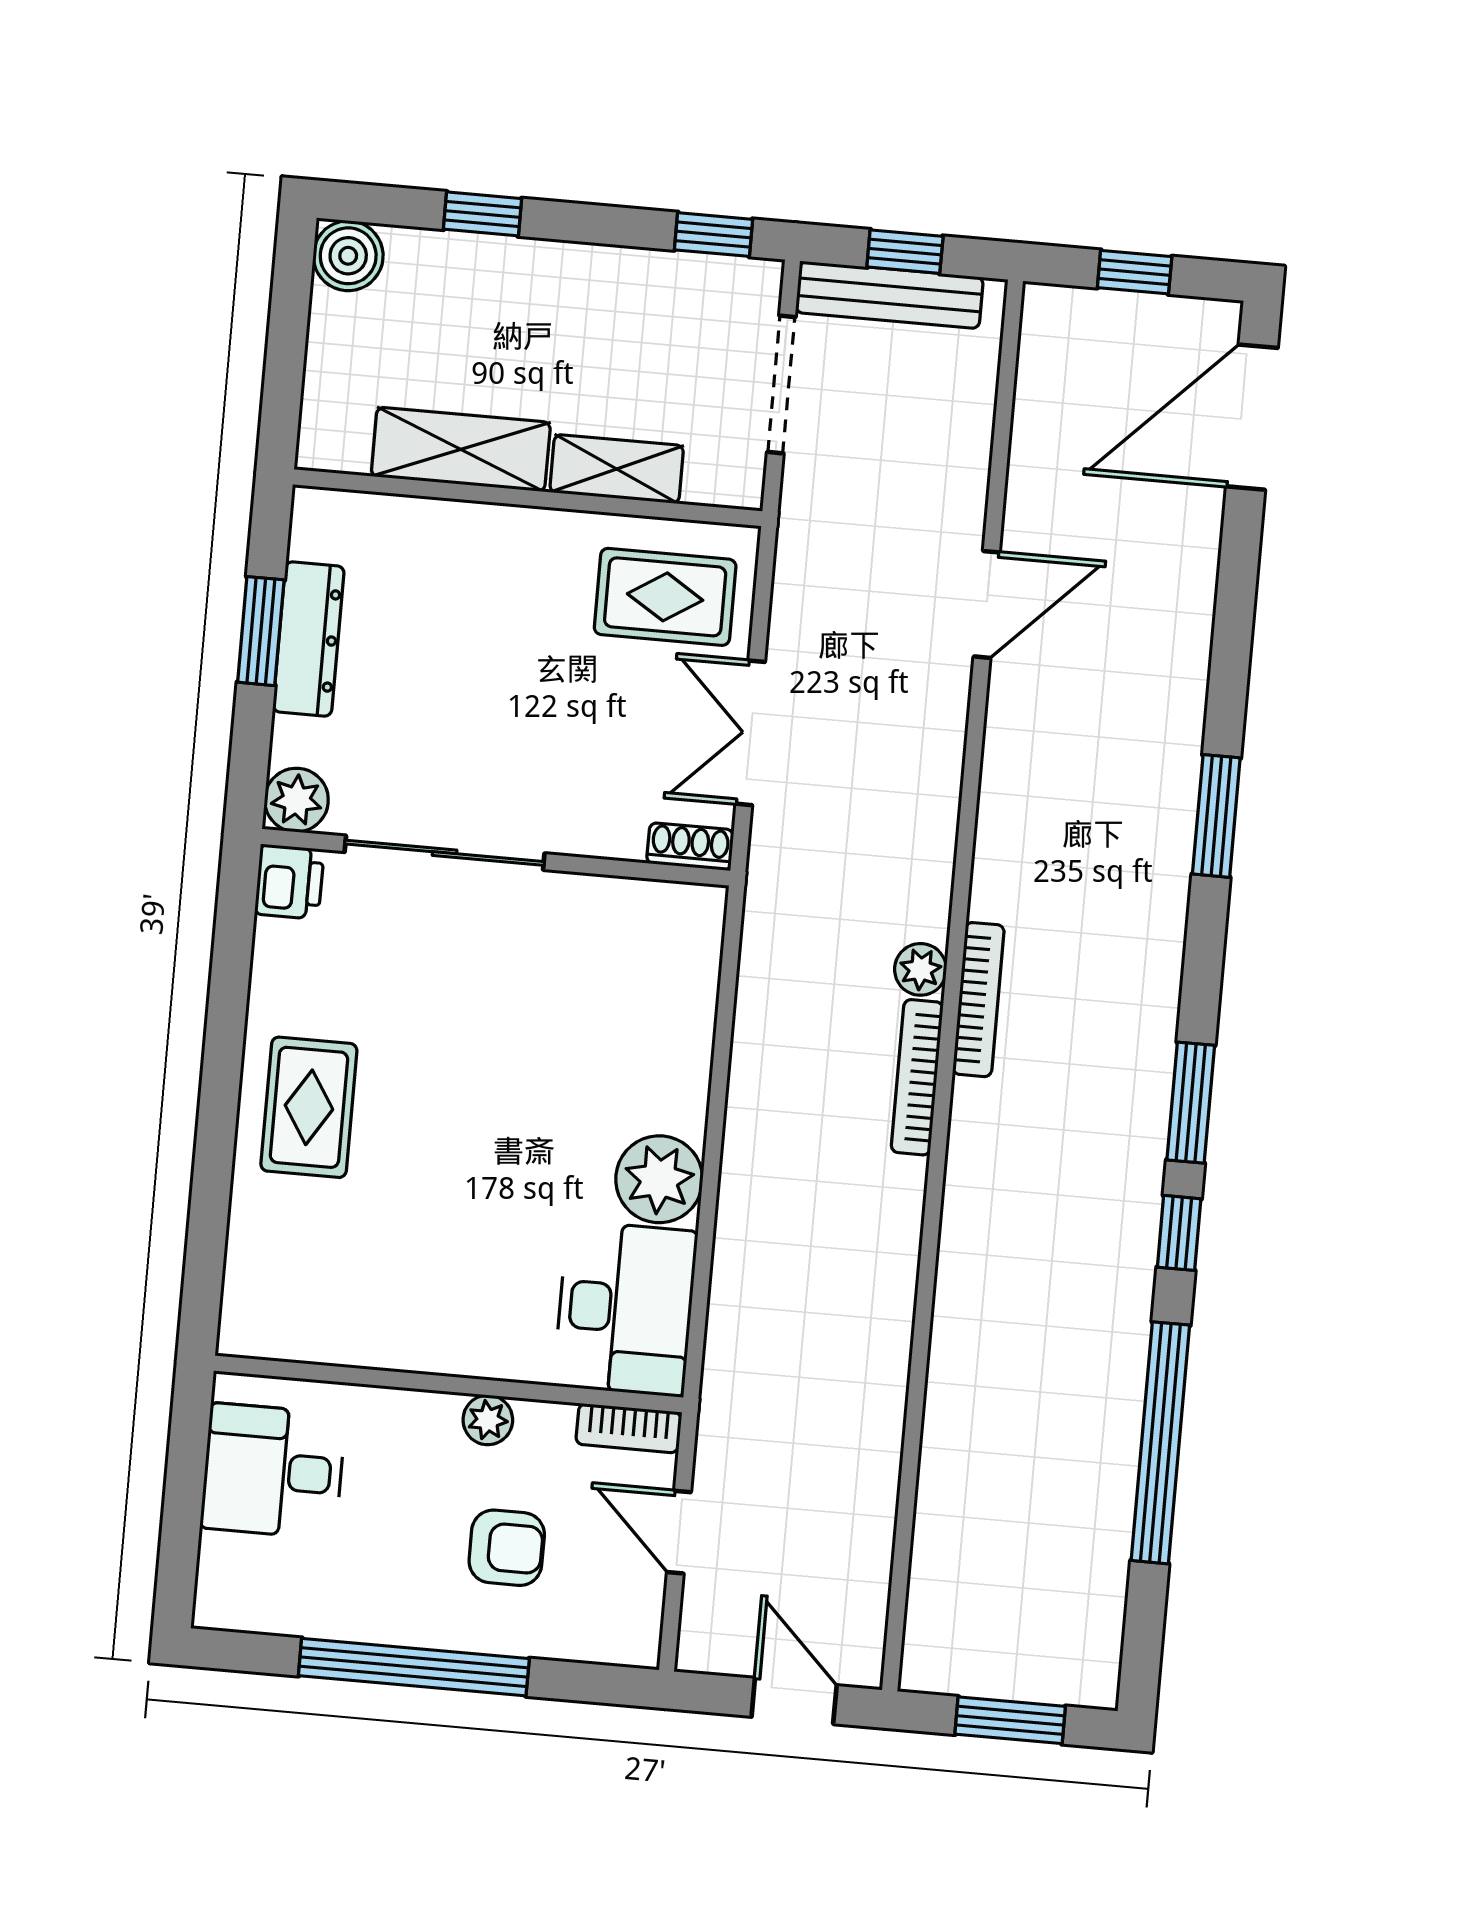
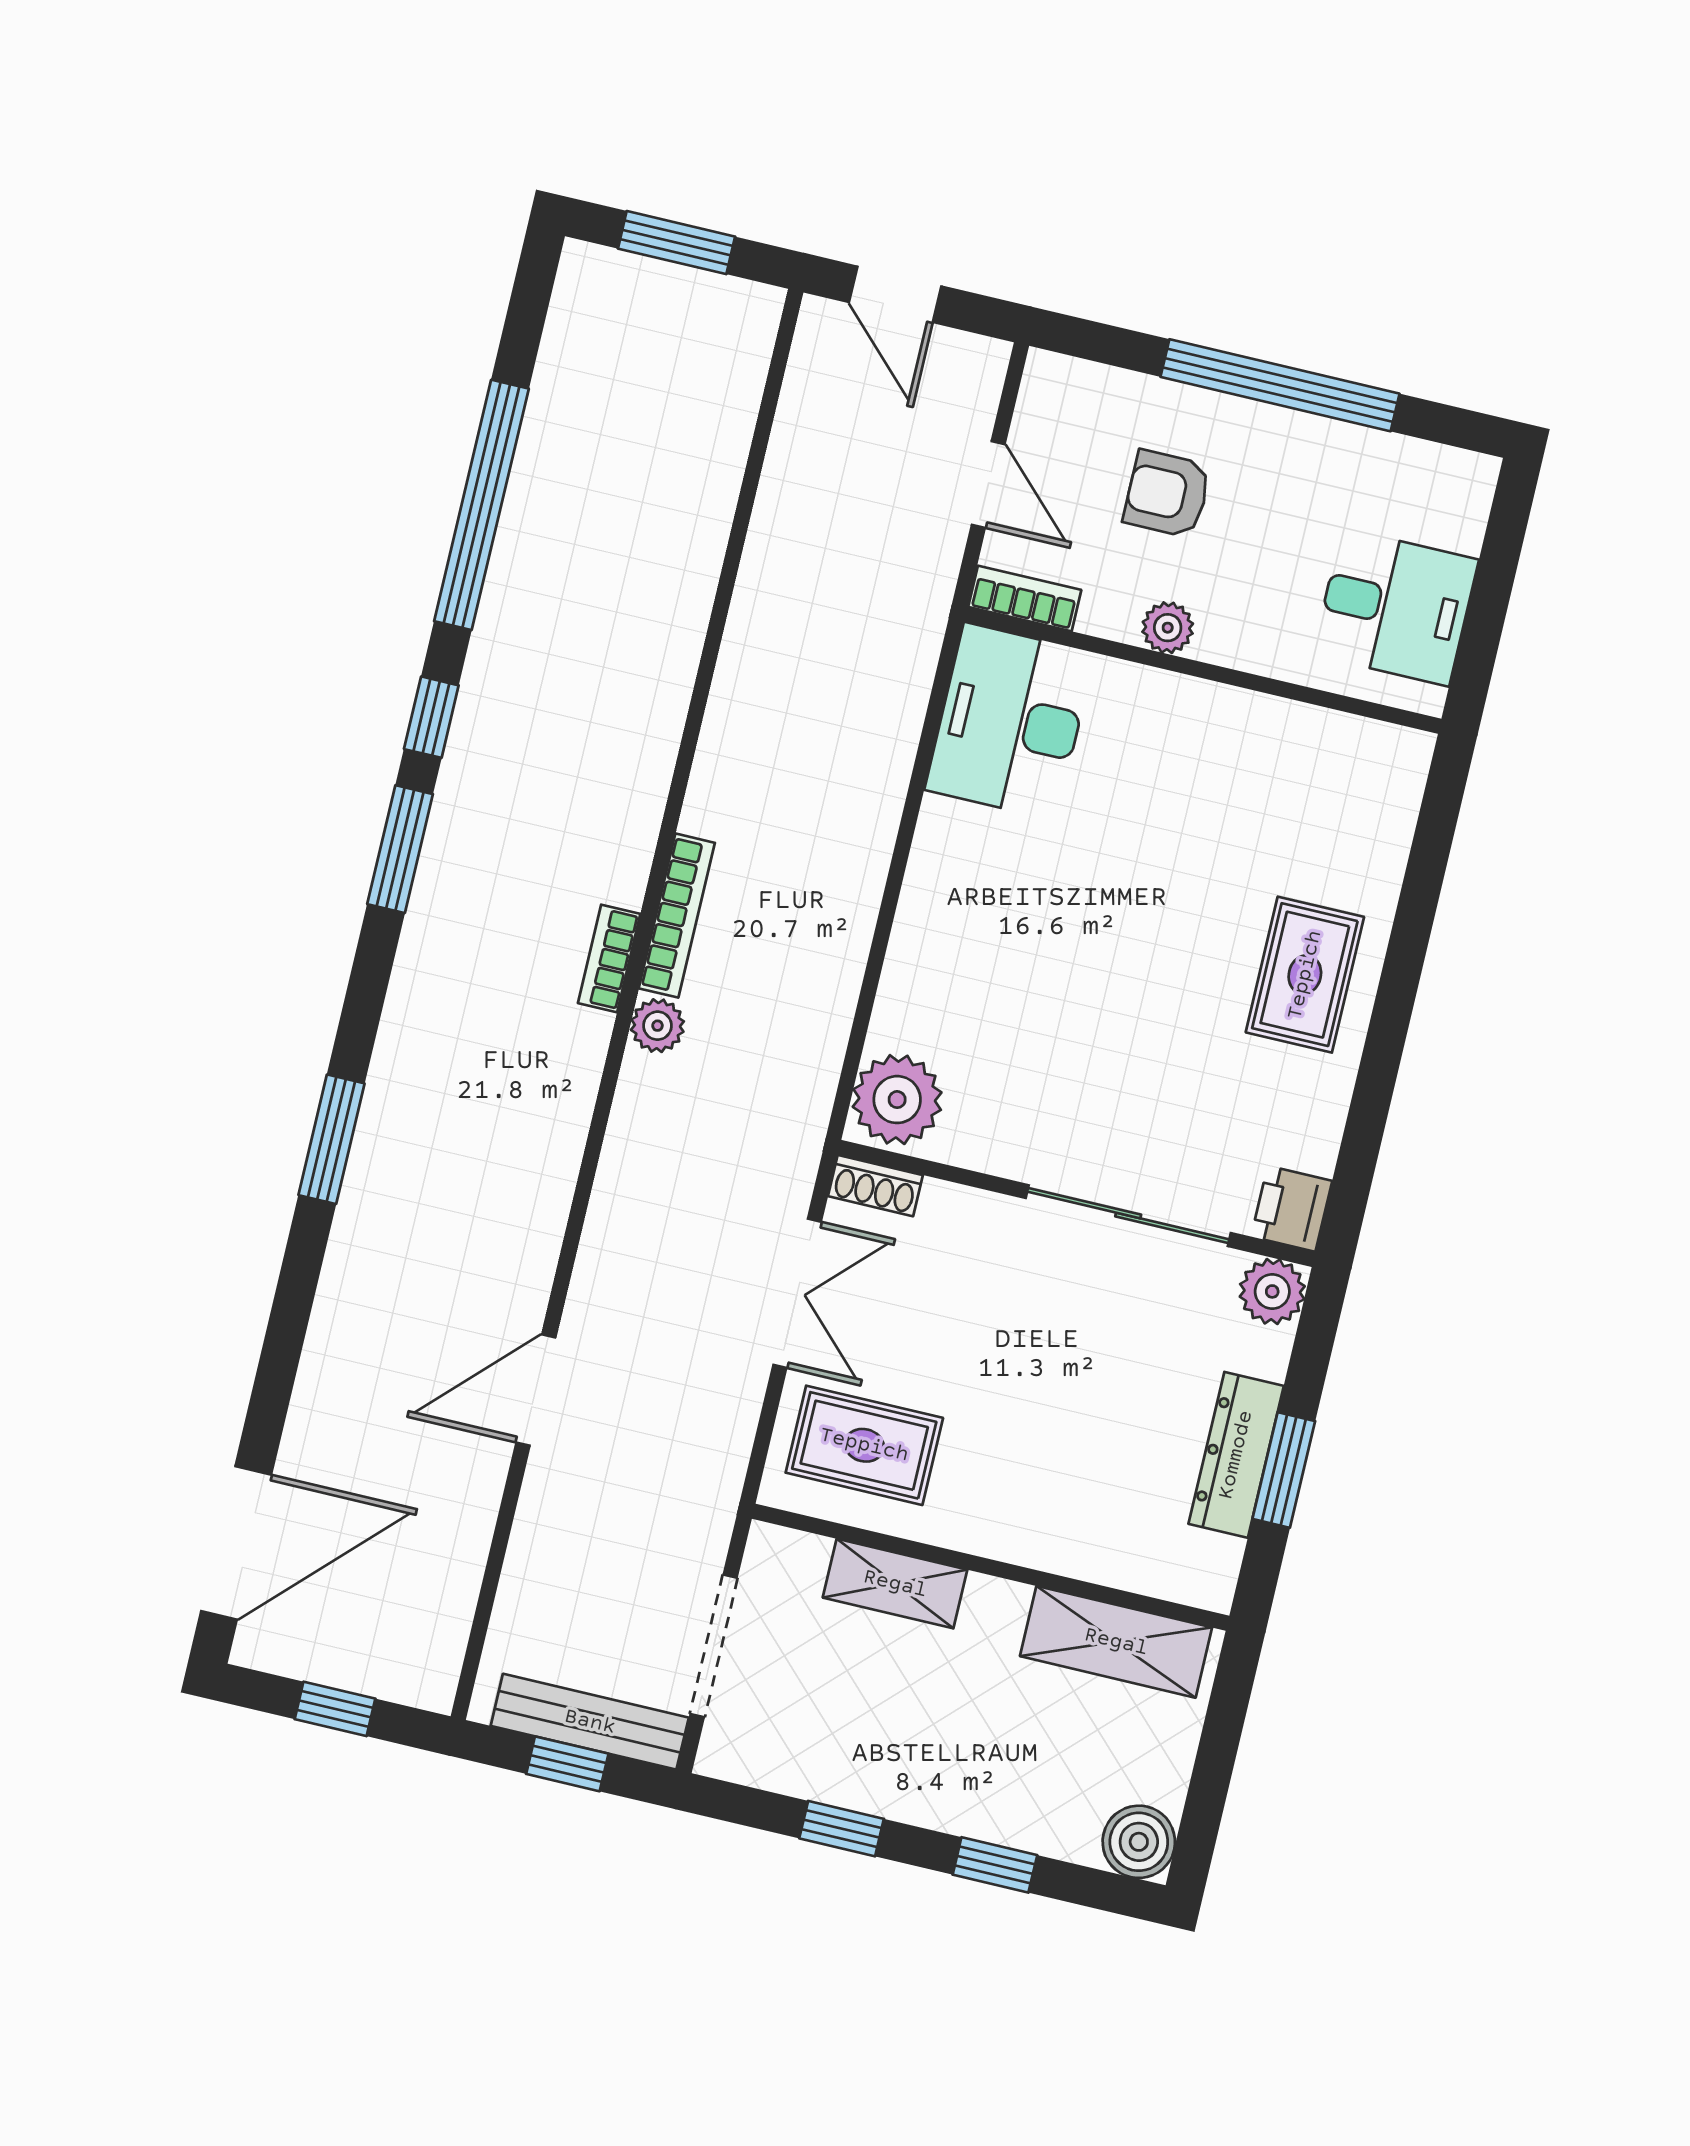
window: (714, 235) -> (842, 1829), moved
shelving: (461, 449) -> (1116, 1642), moved
bookcase: (978, 1000) -> (609, 958), width x0.64
plant: (659, 1179) -> (897, 1100), moved

